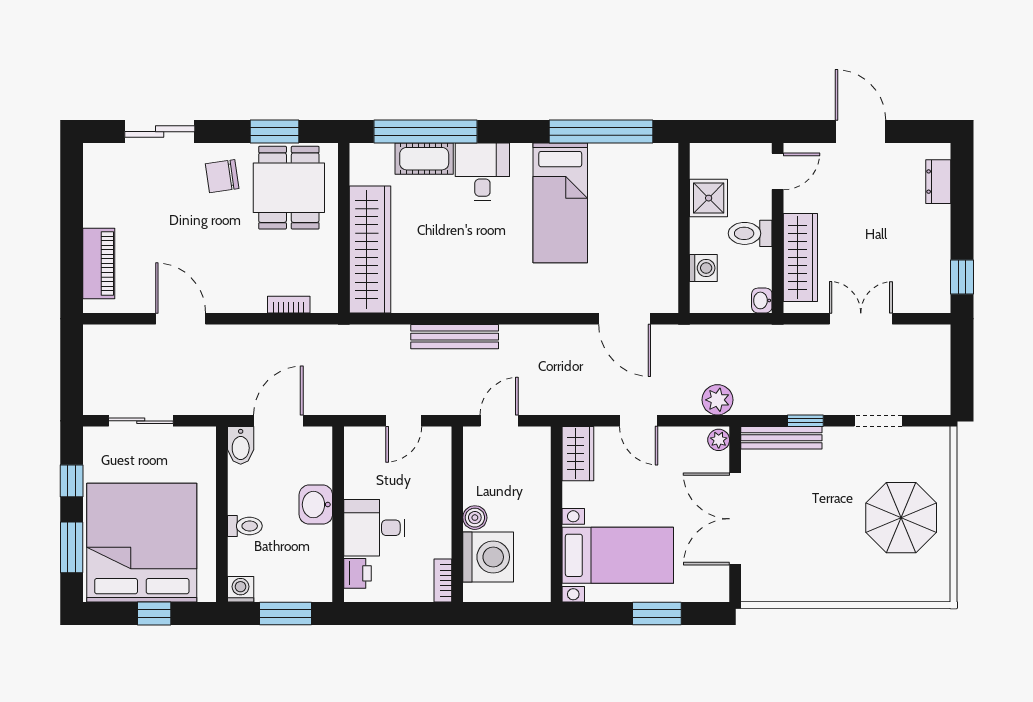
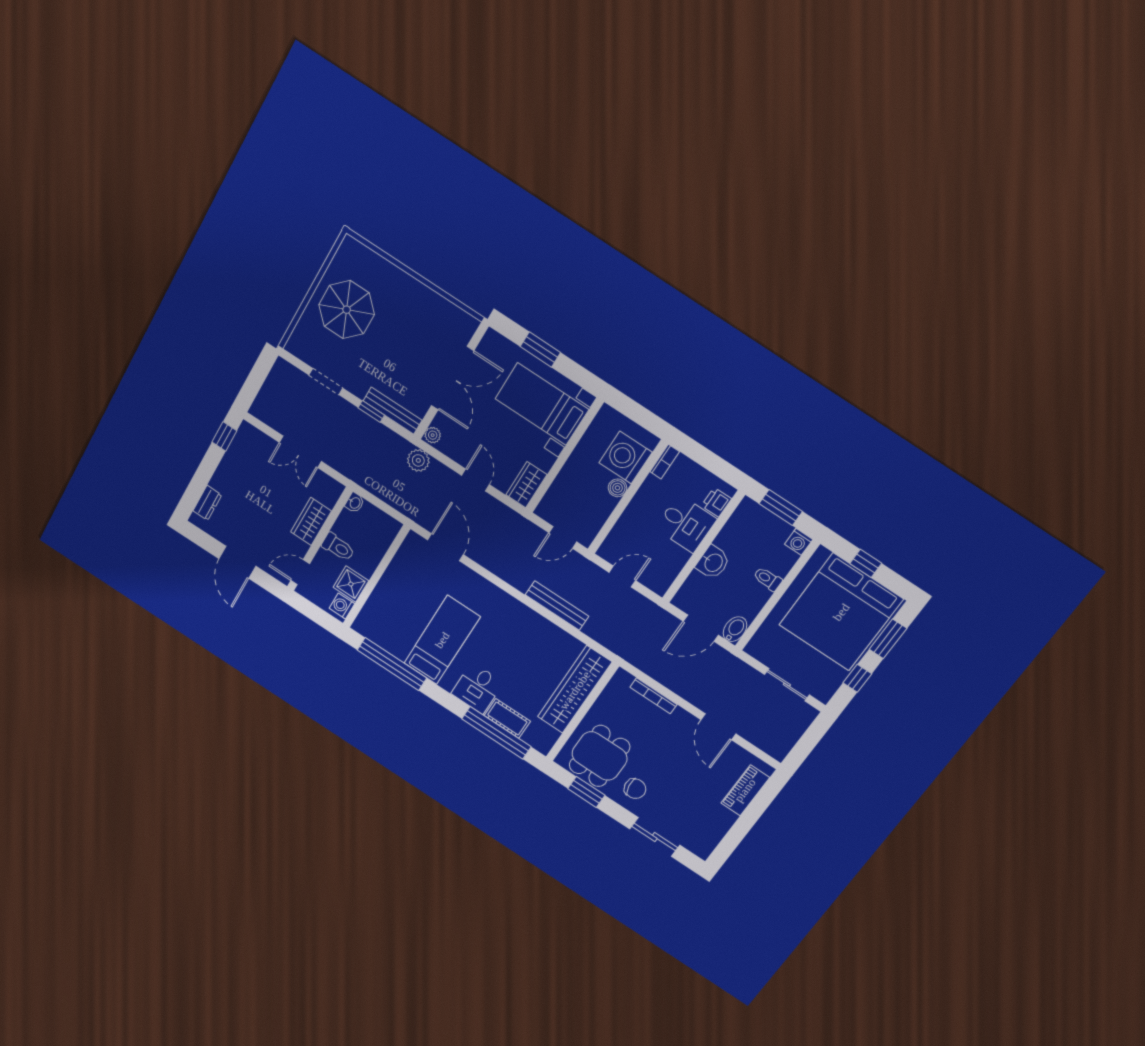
wardrobe: (800, 258) -> (311, 521), width x0.67
washing machine: (703, 268) -> (342, 606), moved
bookcase: (289, 305) -> (653, 696), width x1.56

